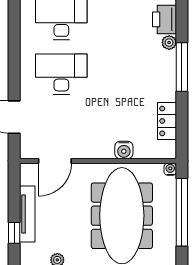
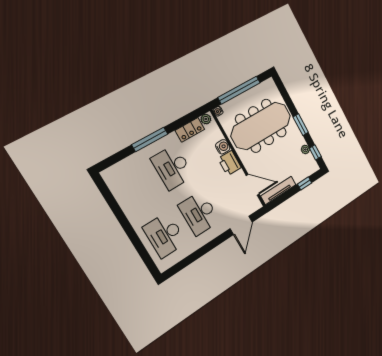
printer: (164, 19) -> (230, 163), moved, turned 90
plant: (169, 43) -> (206, 119), moved
desk: (135, 74) -> (172, 167), added
tv unit: (27, 214) -> (278, 190), moved

